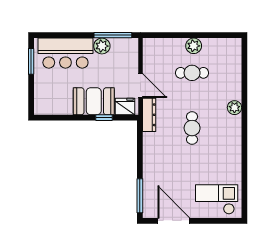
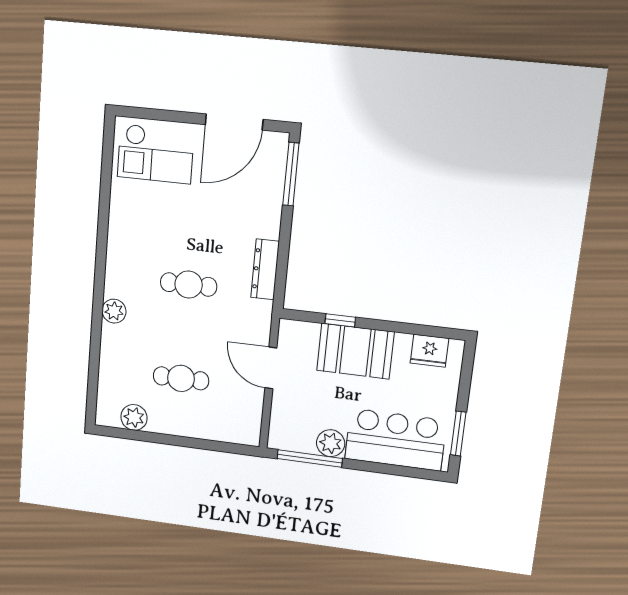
plant: (194, 46) -> (134, 417), moved
fridge: (125, 107) -> (429, 351), moved
dresser: (149, 115) -> (265, 269), moved
cafe table: (192, 128) -> (189, 284), turned 90
door: (174, 221) -> (234, 122), hinge flipped

